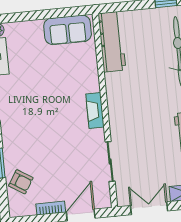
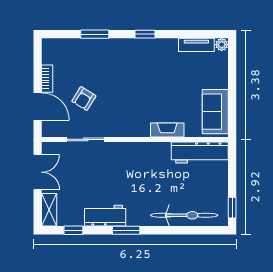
fireplace: (95, 110) -> (167, 130), moved
armchair: (21, 182) -> (84, 99), moved

